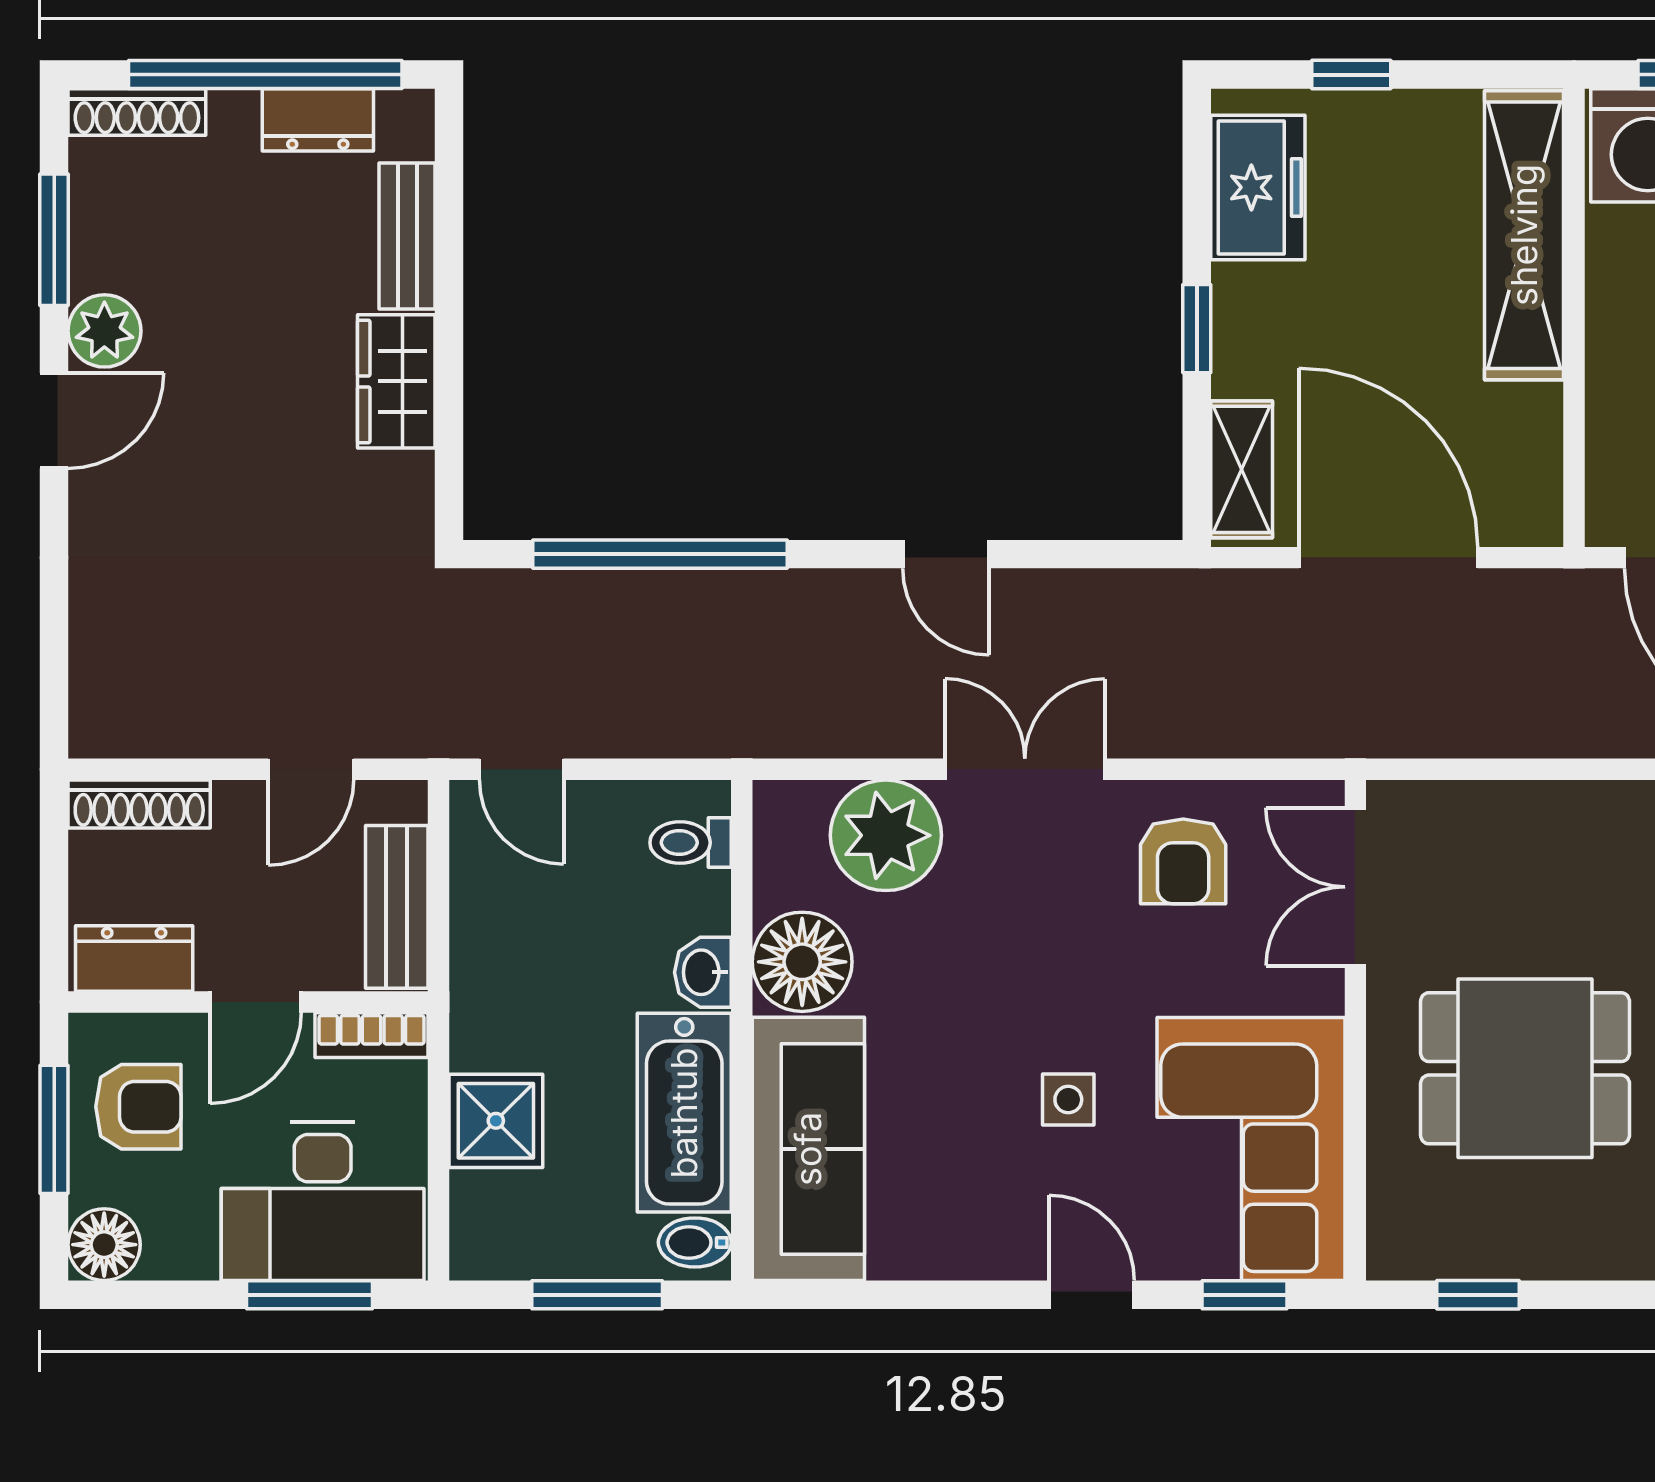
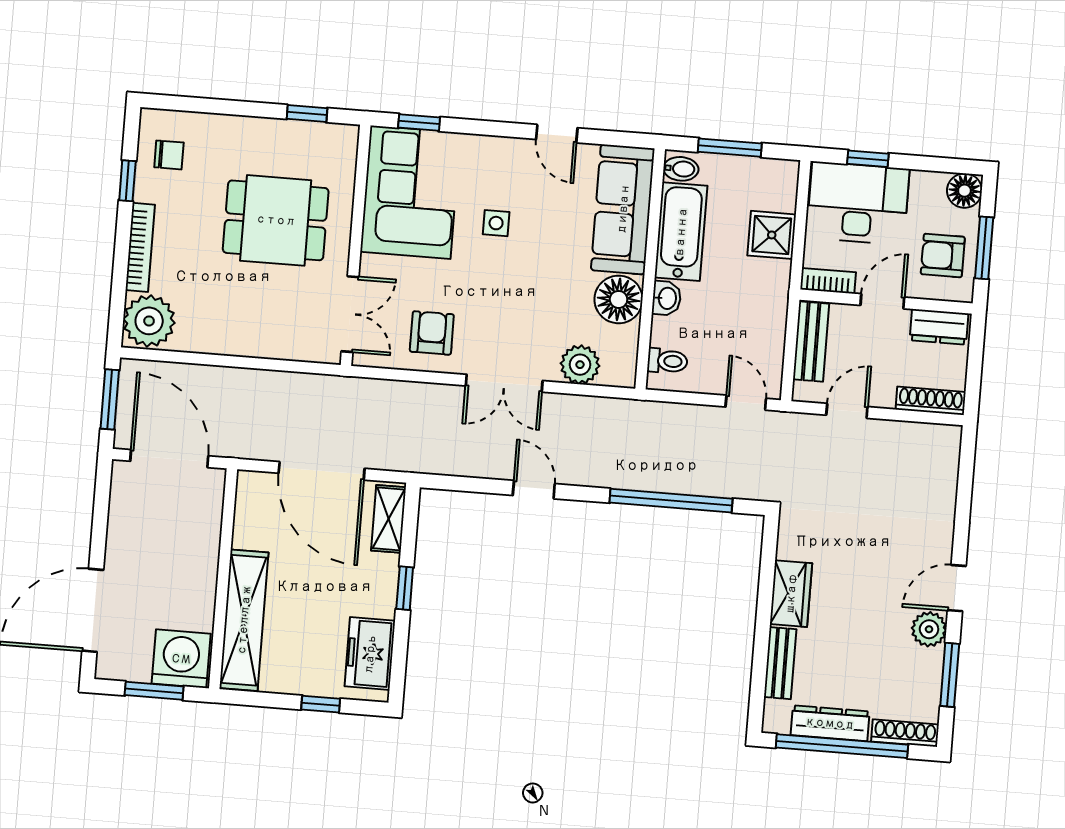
dresser: (318, 120) -> (830, 723), width x1.44
plant: (886, 835) -> (580, 365), width x0.73, depth x0.73
window: (309, 1295) -> (868, 159), width x0.67
door: (1092, 1295) -> (557, 134), moved

